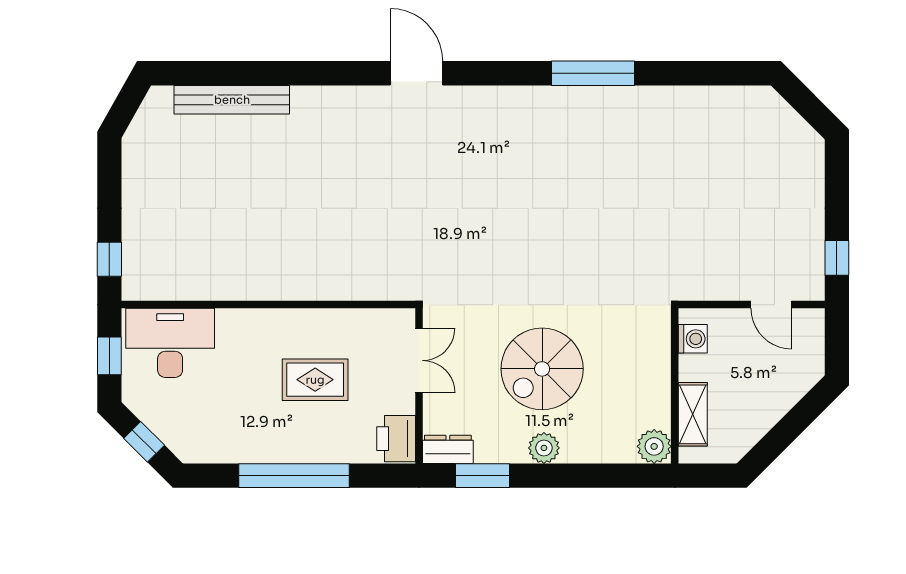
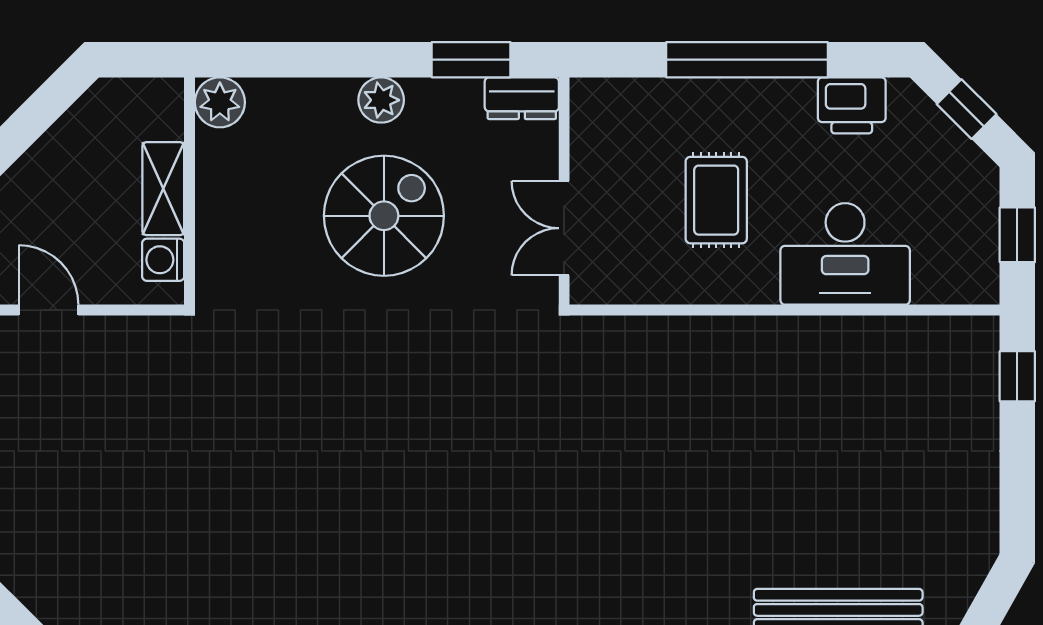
desk: (170, 343) -> (845, 254), moved
rug: (315, 380) -> (716, 200), turned 90
shelving: (693, 414) -> (163, 189), moved
printer: (396, 439) -> (852, 105), moved, turned 90

